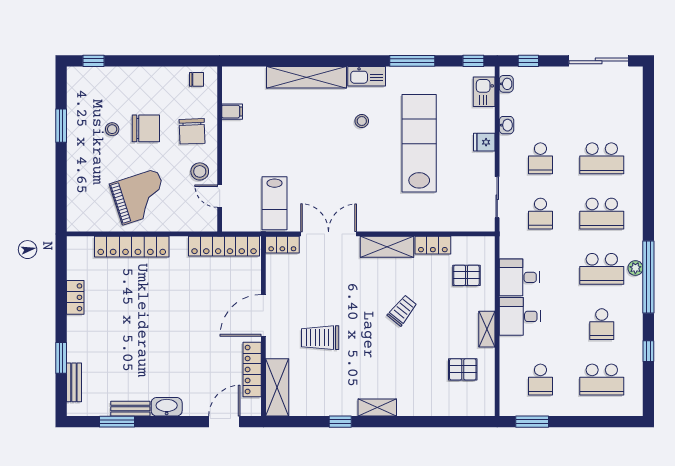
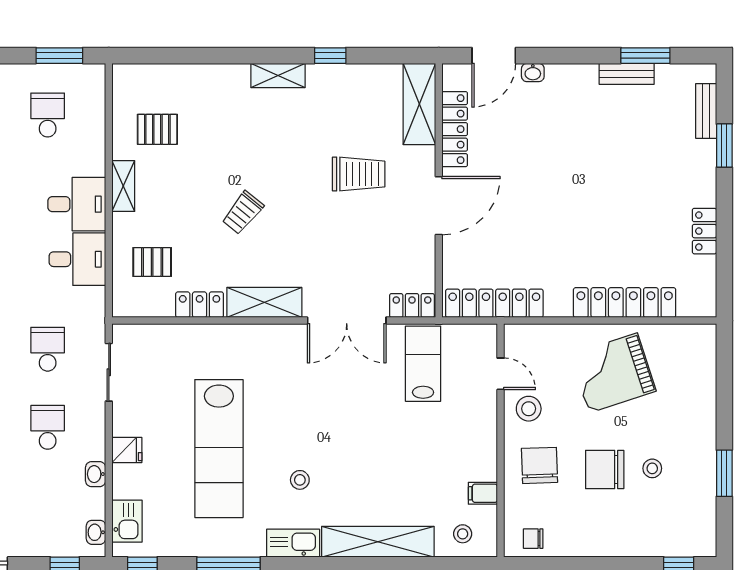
stool: (246, 83) -> (463, 534), added
washbasin: (167, 407) -> (533, 72), moved, width x0.52, depth x0.69

